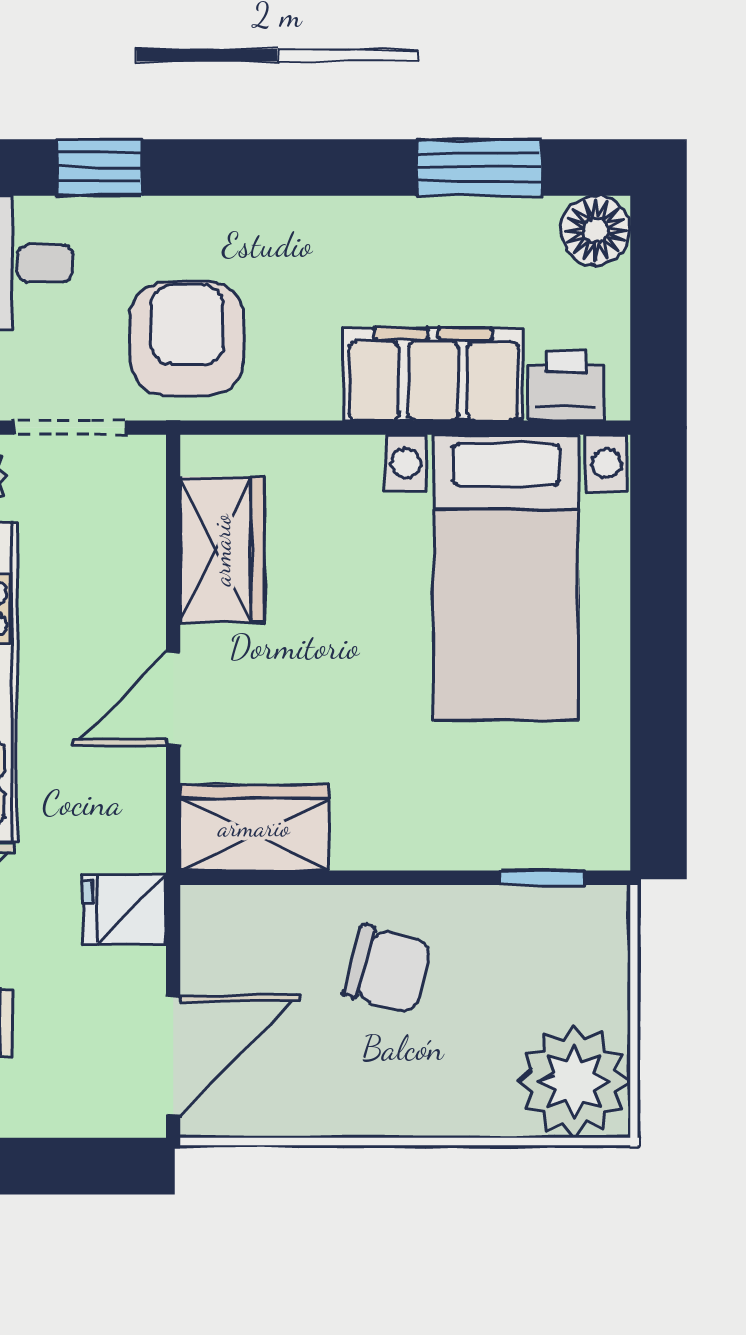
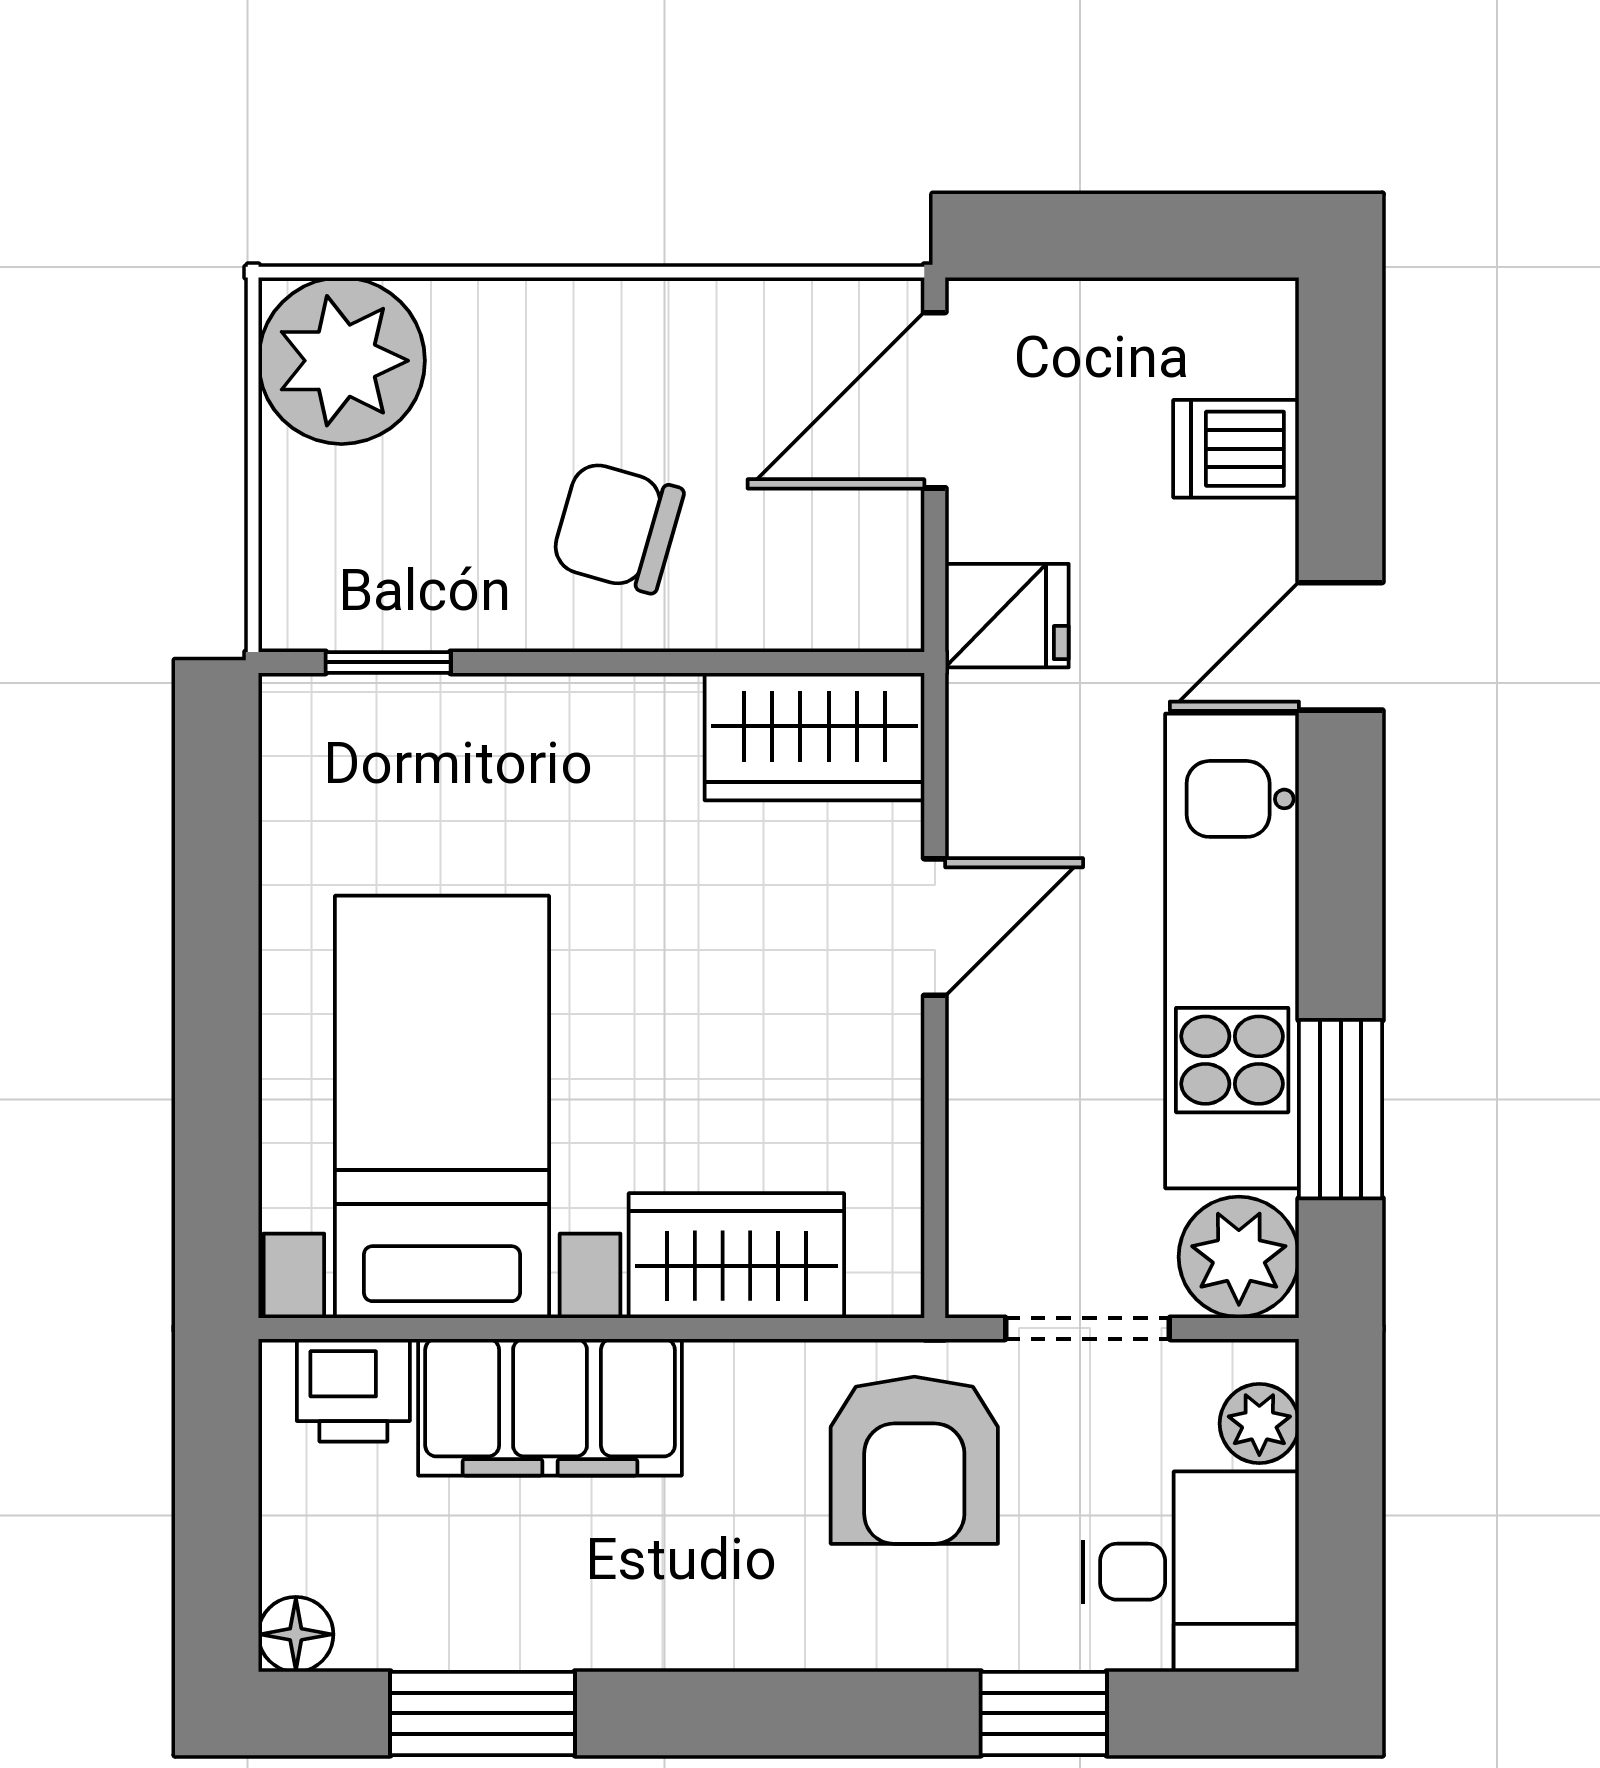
floor lamp: (596, 230) -> (296, 1634), width x0.73, depth x0.73
wardrobe: (222, 550) -> (736, 1256), moved, turned 90

